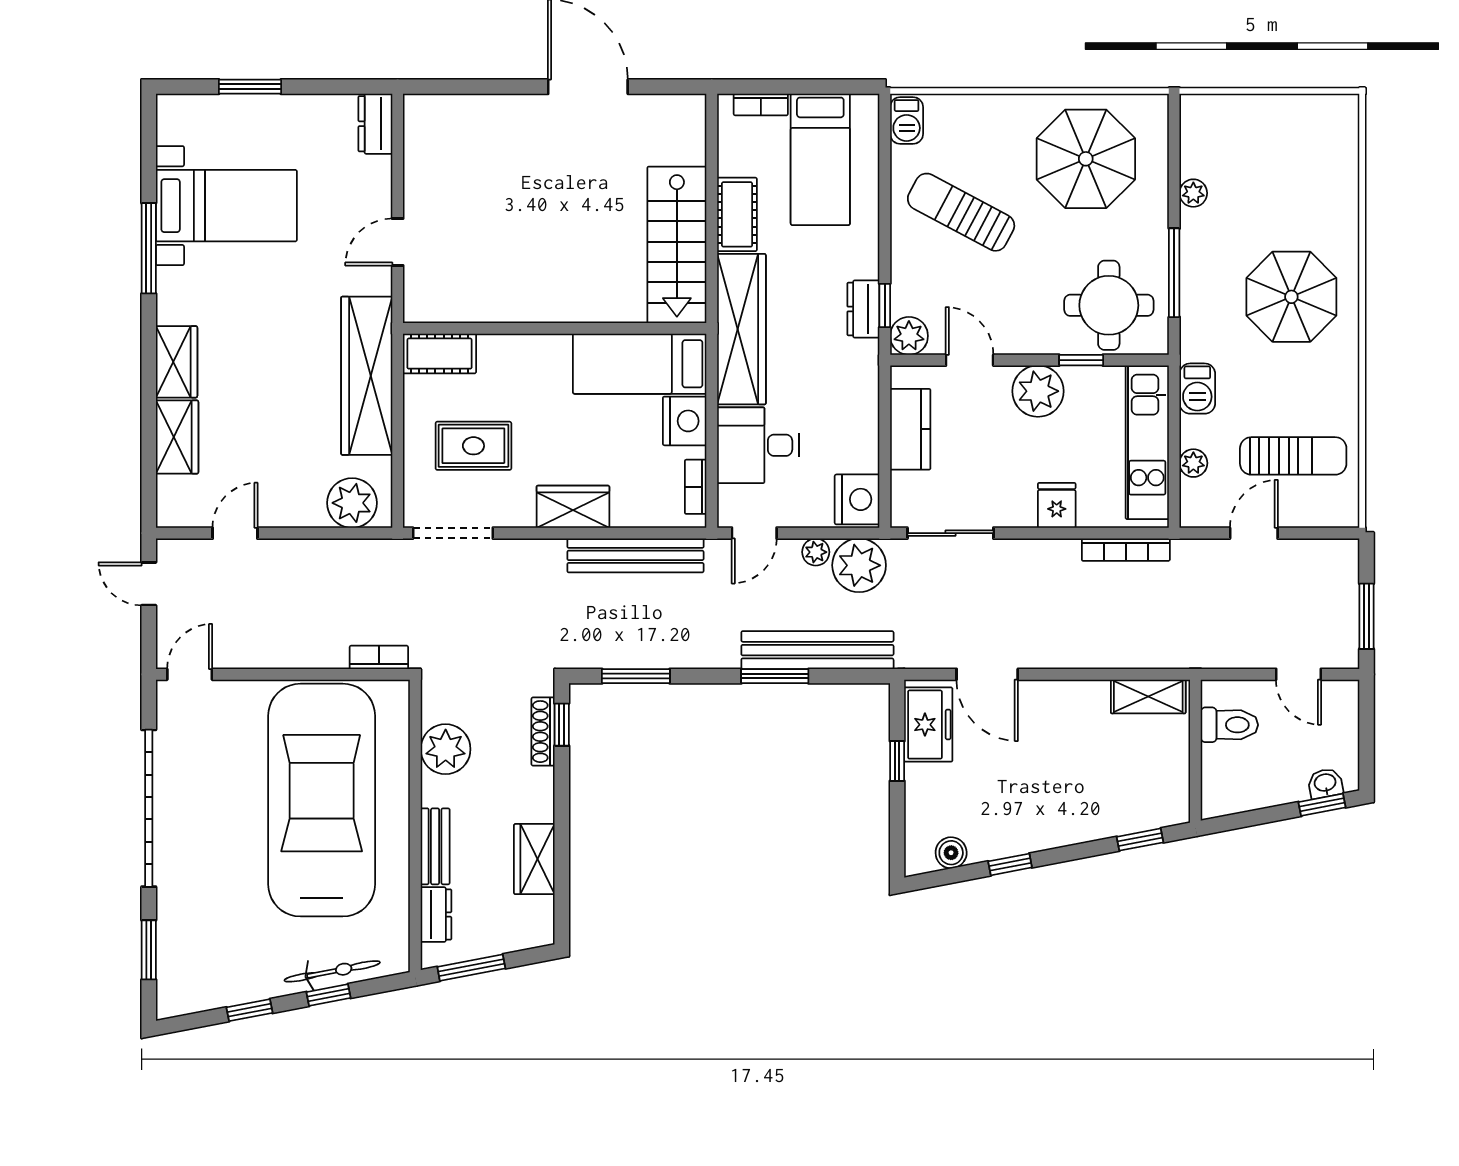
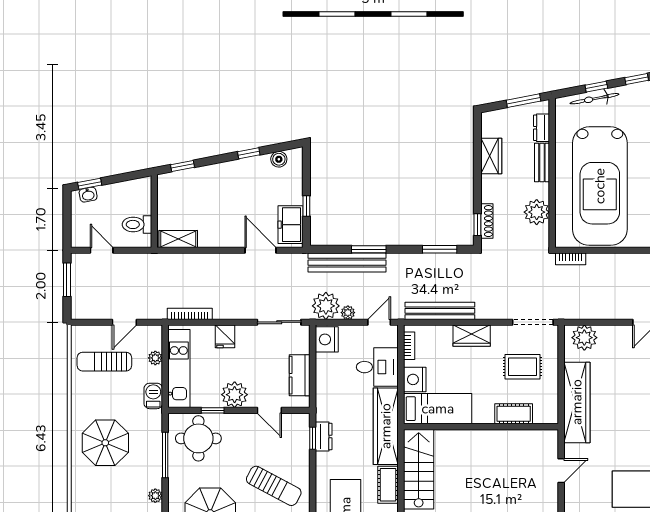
plant: (909, 336) -> (300, 423), removed
cot: (439, 354) -> (514, 414), moved

